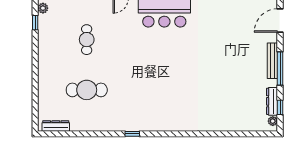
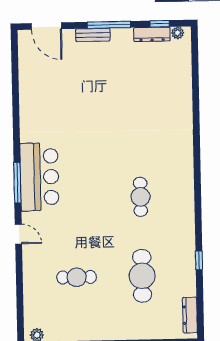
bench: (272, 61) -> (93, 35), width x0.73
cafe table: (147, 90) -> (140, 197), added
window: (132, 134) -> (199, 260), moved

